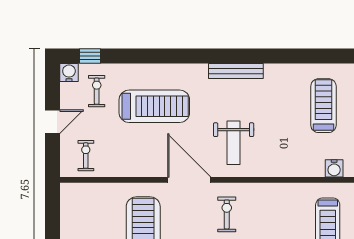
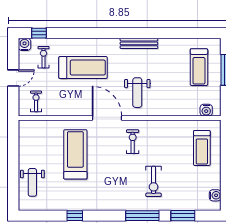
treadmill: (323, 106) -> (199, 67), turned 180

